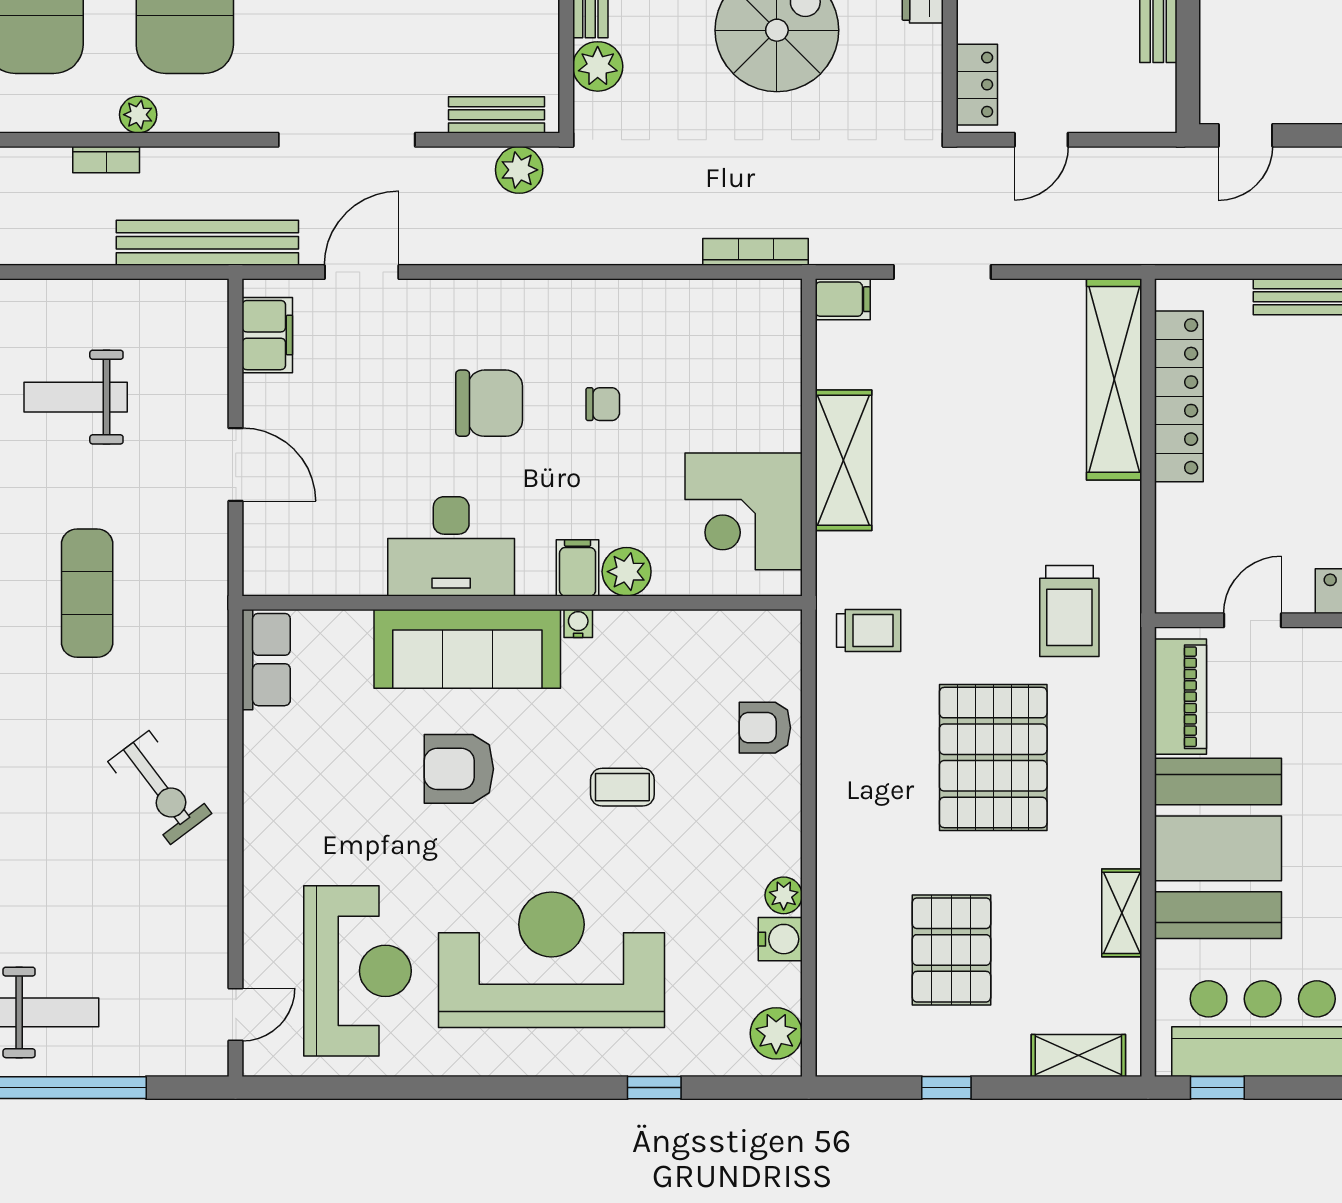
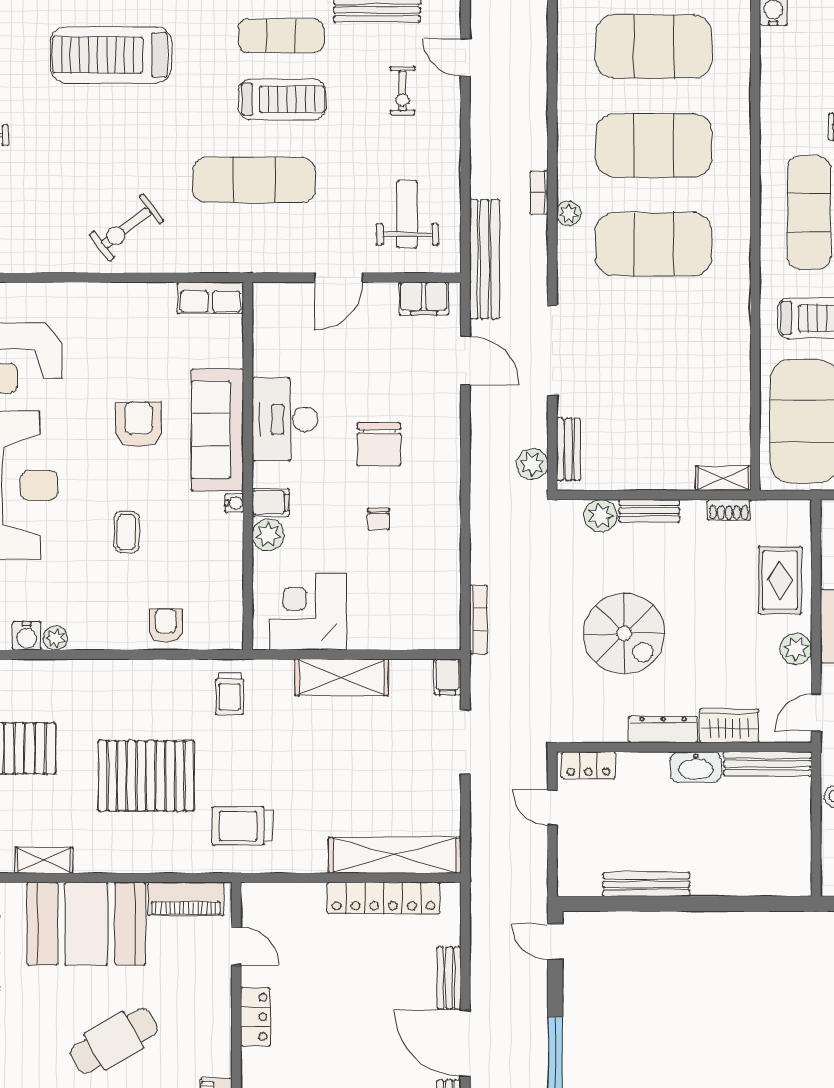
weight bench: (76, 397) -> (407, 214), moved
exercise mat: (87, 593) -> (254, 180), width x1.36, depth x1.45

